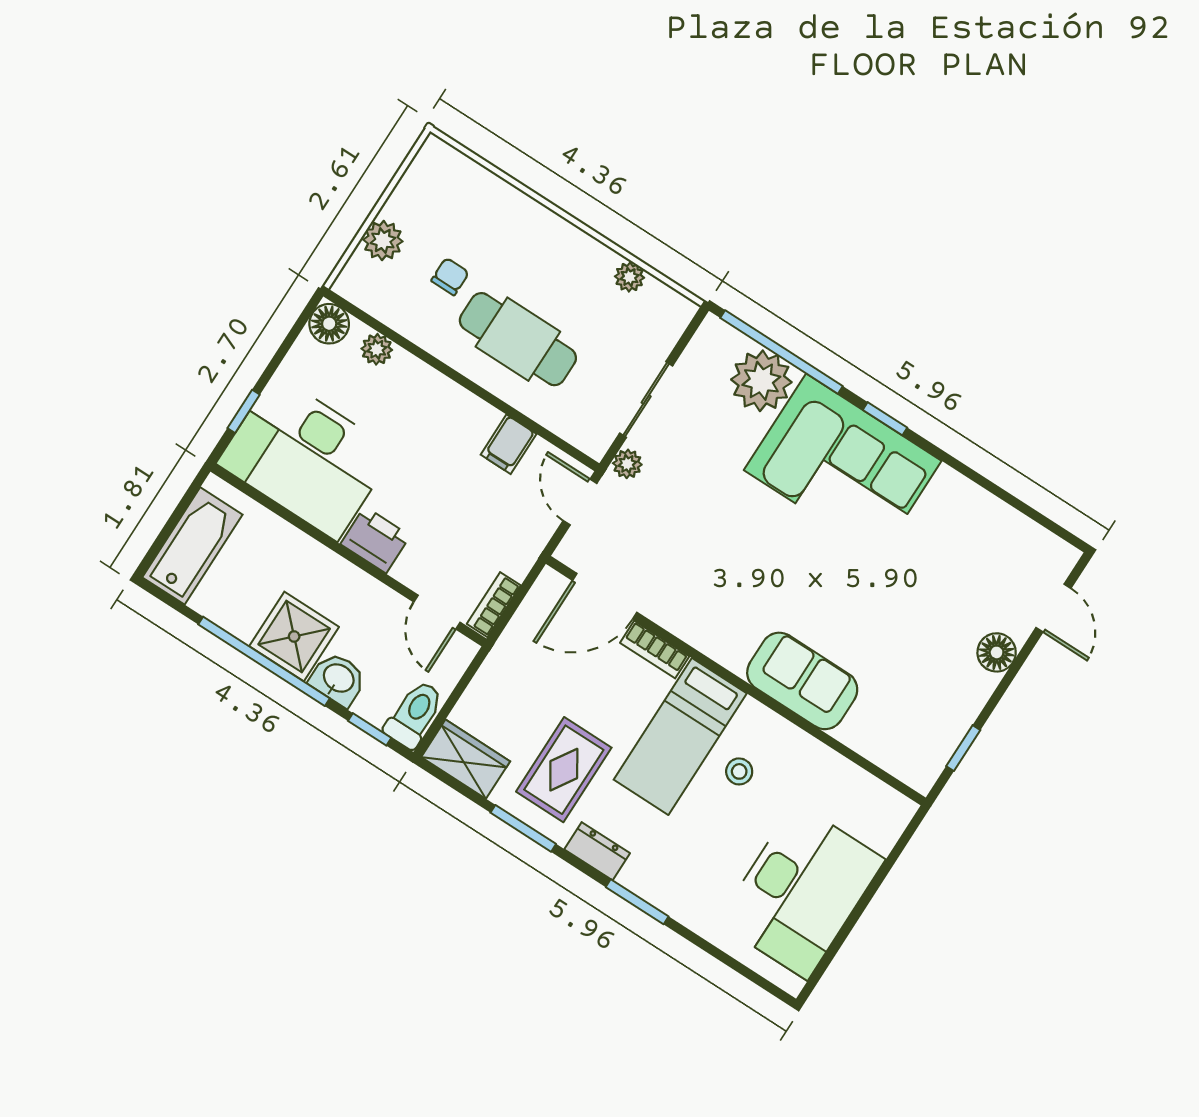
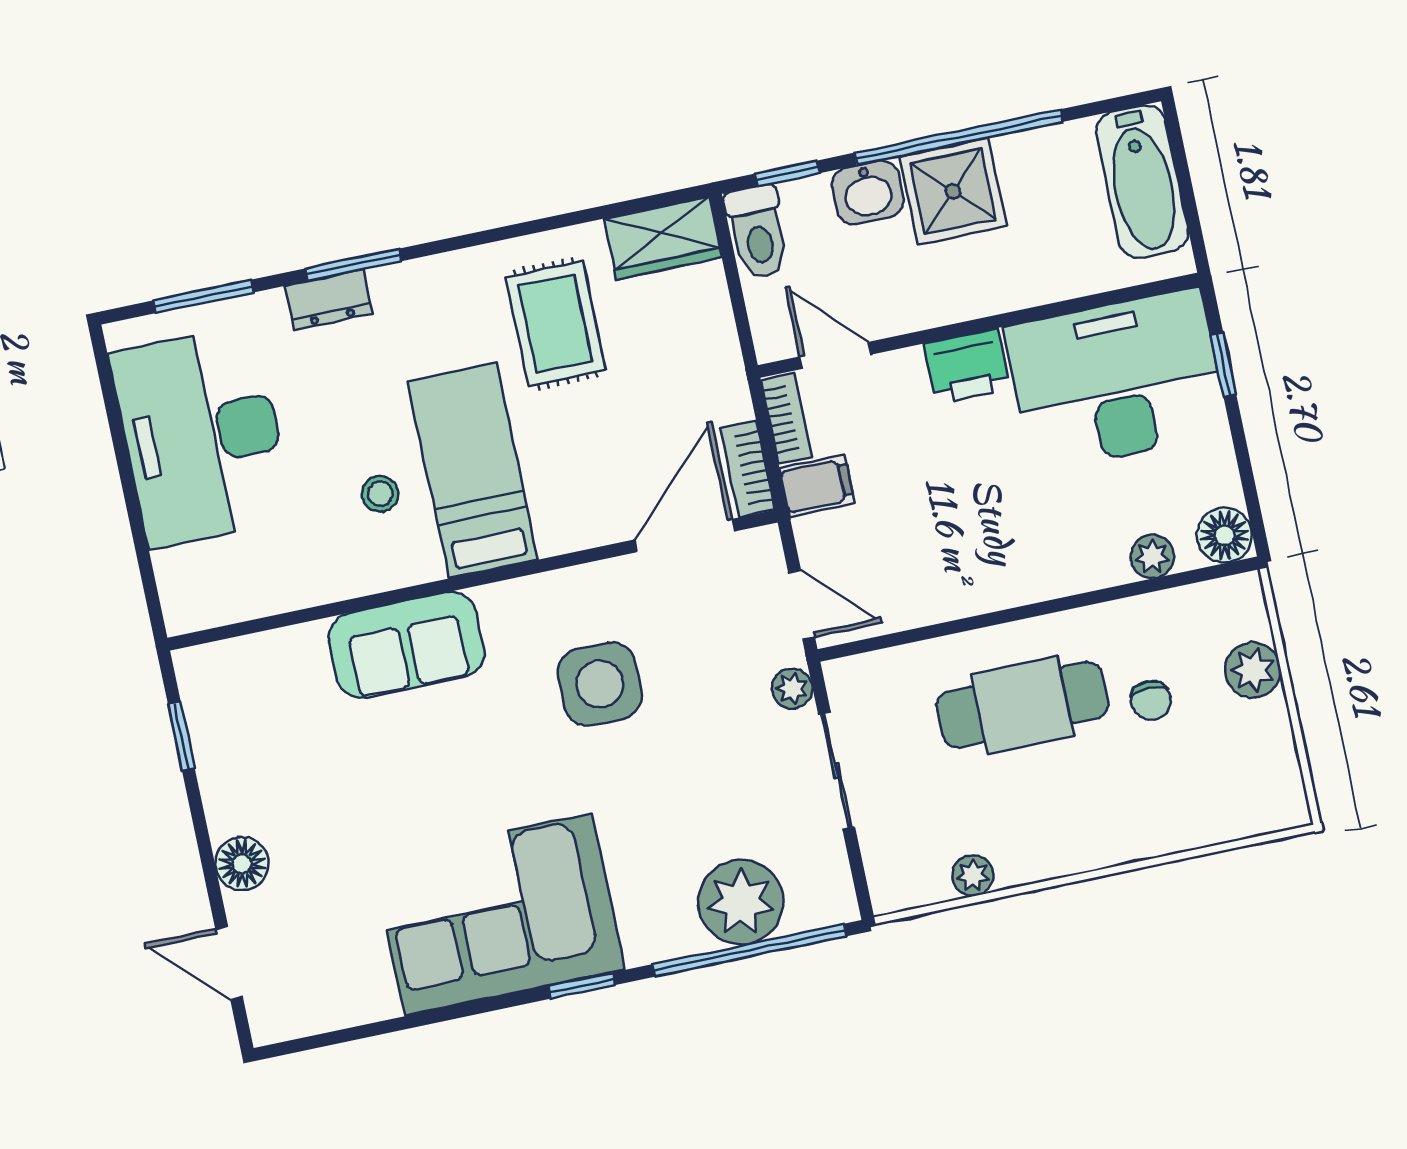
filing cabinet: (509, 444) -> (817, 486), moved, turned 90
corner sofa: (843, 465) -> (499, 915), moved
side table: (723, 563) -> (600, 684), added
bookcase: (655, 650) -> (748, 469), moved, turned -90
window: (523, 828) -> (204, 296), moved
dresser: (597, 851) -> (329, 300), moved

